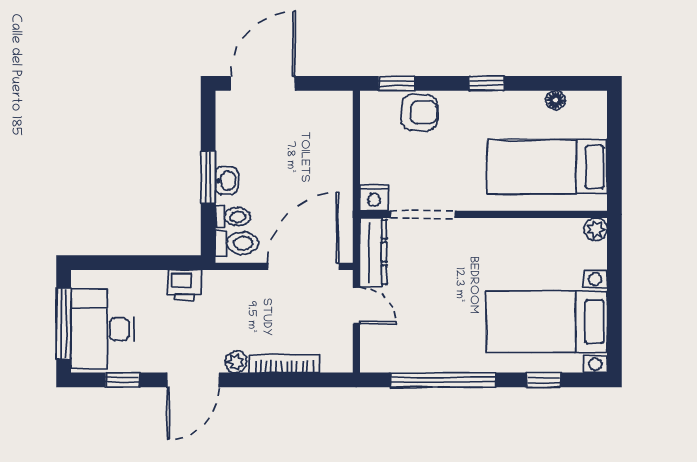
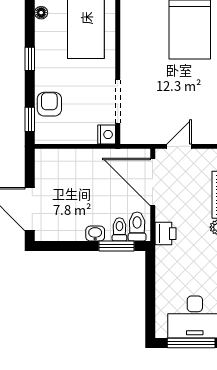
window: (208, 177) -> (116, 246), moved
dresser: (373, 252) -> (143, 135), removed
printer: (184, 285) -> (165, 234), moved

